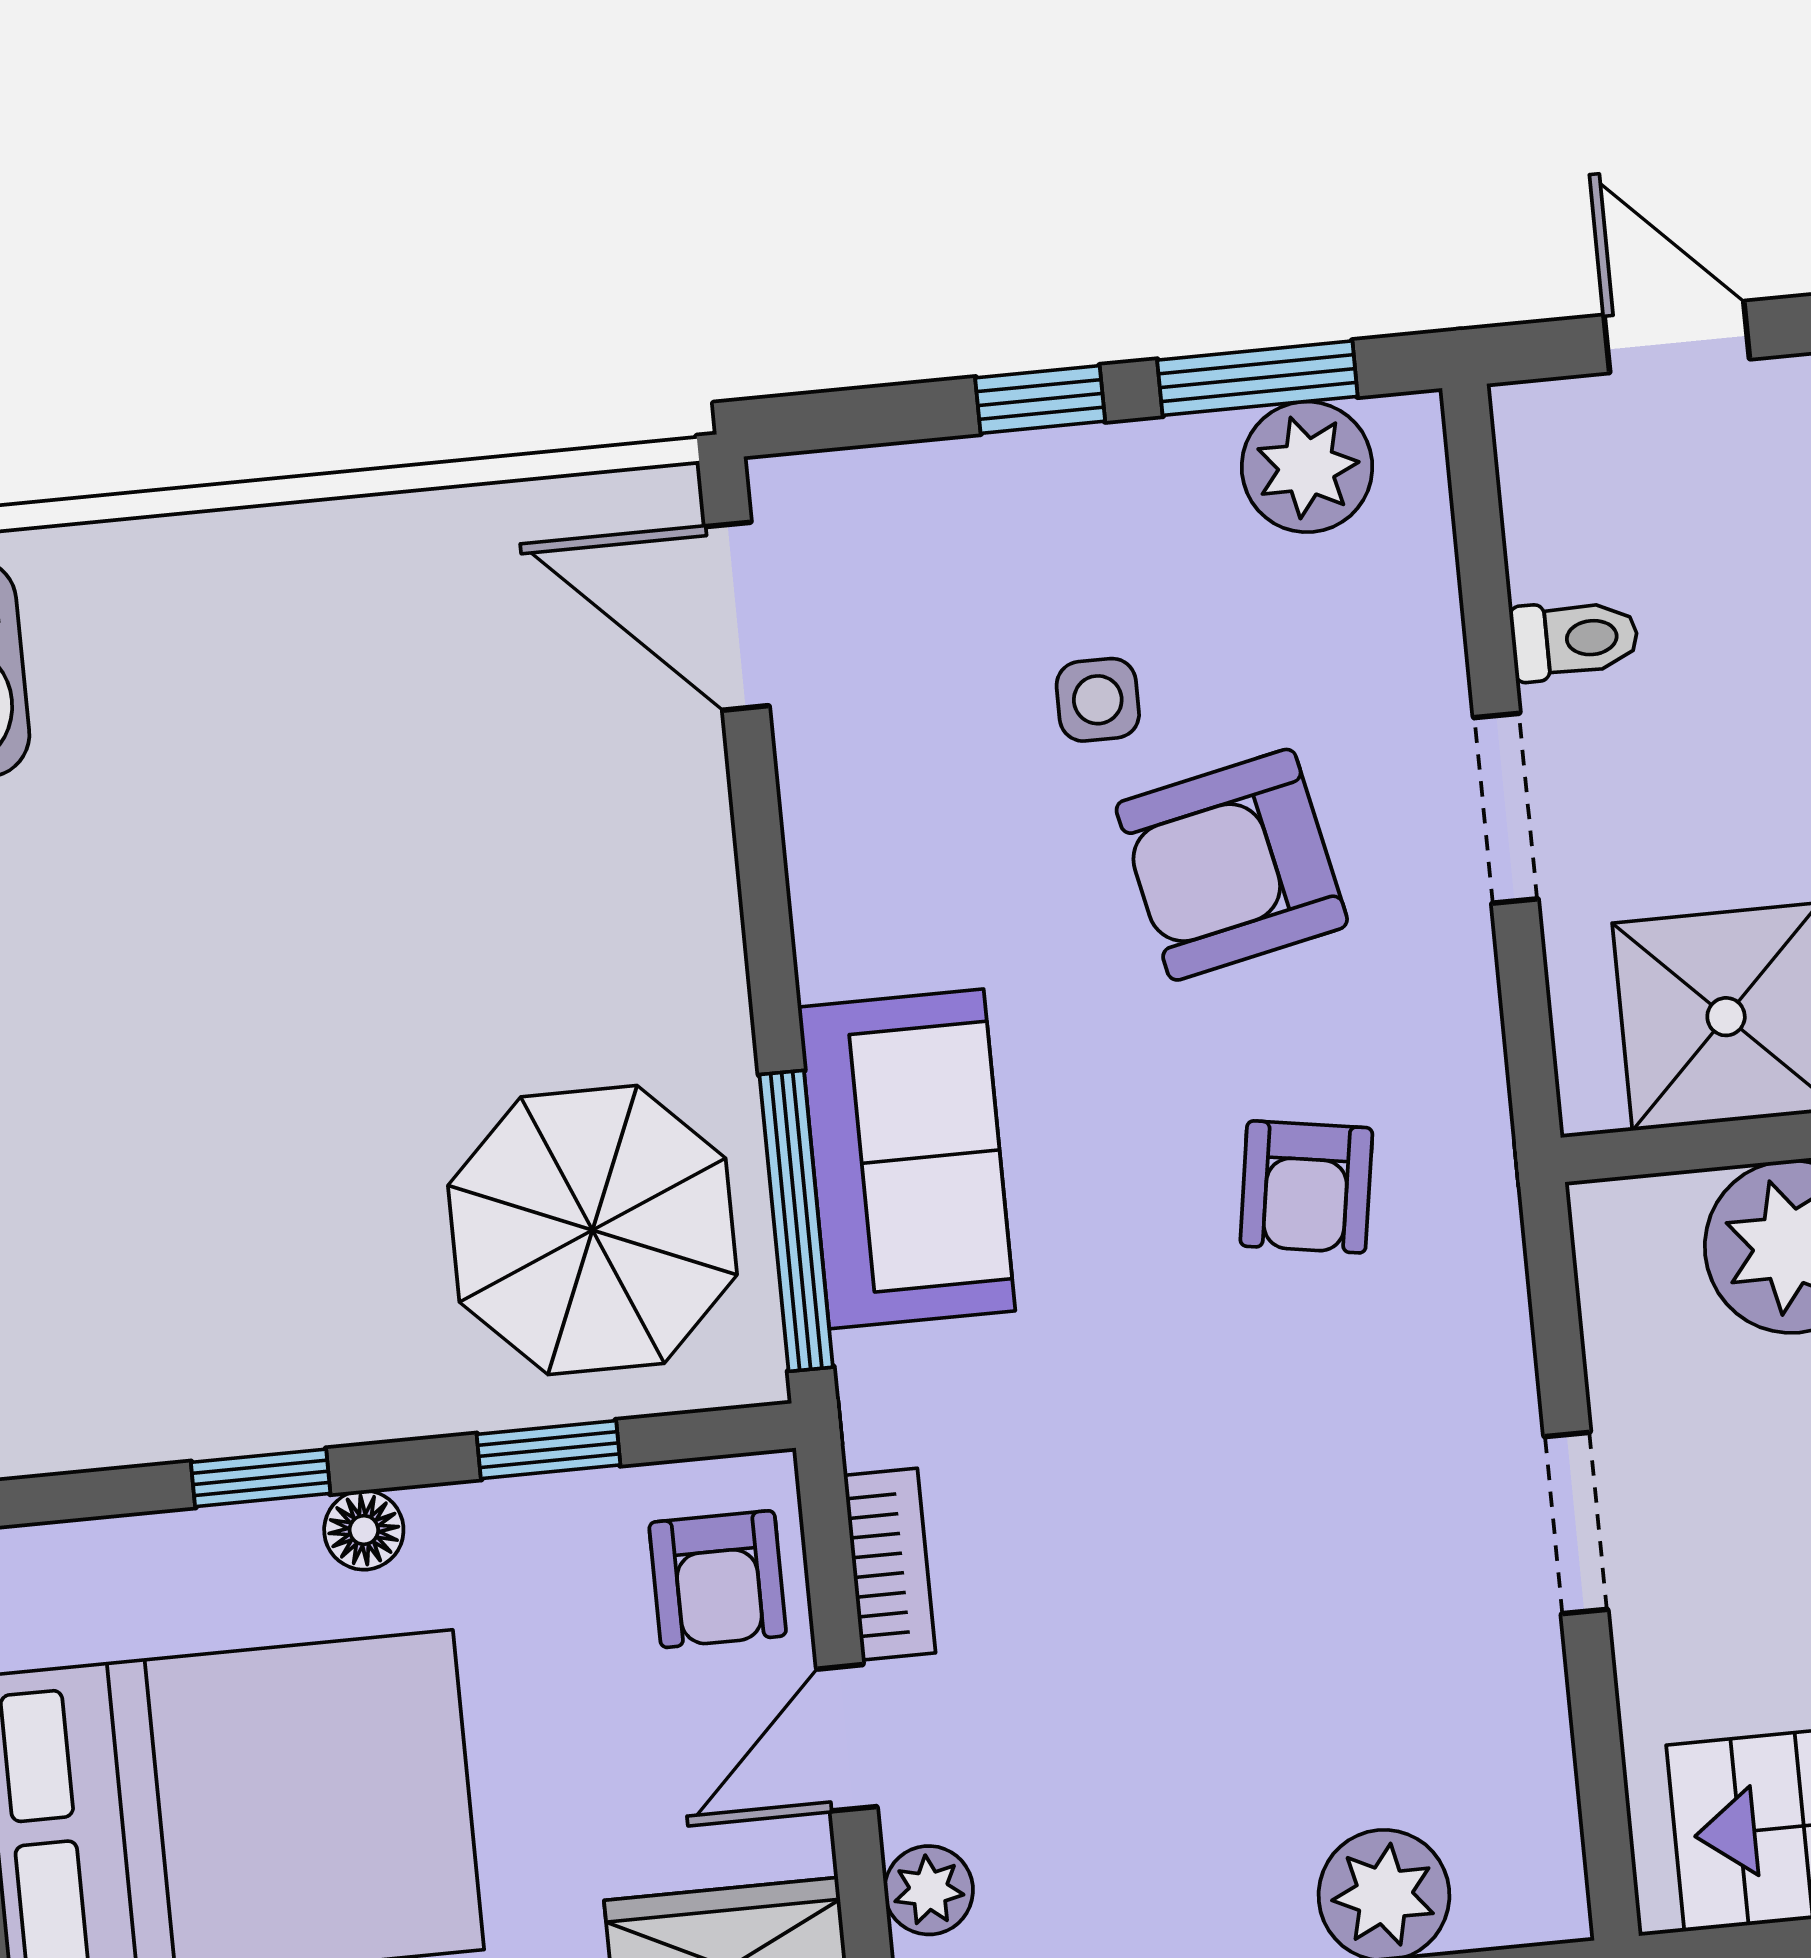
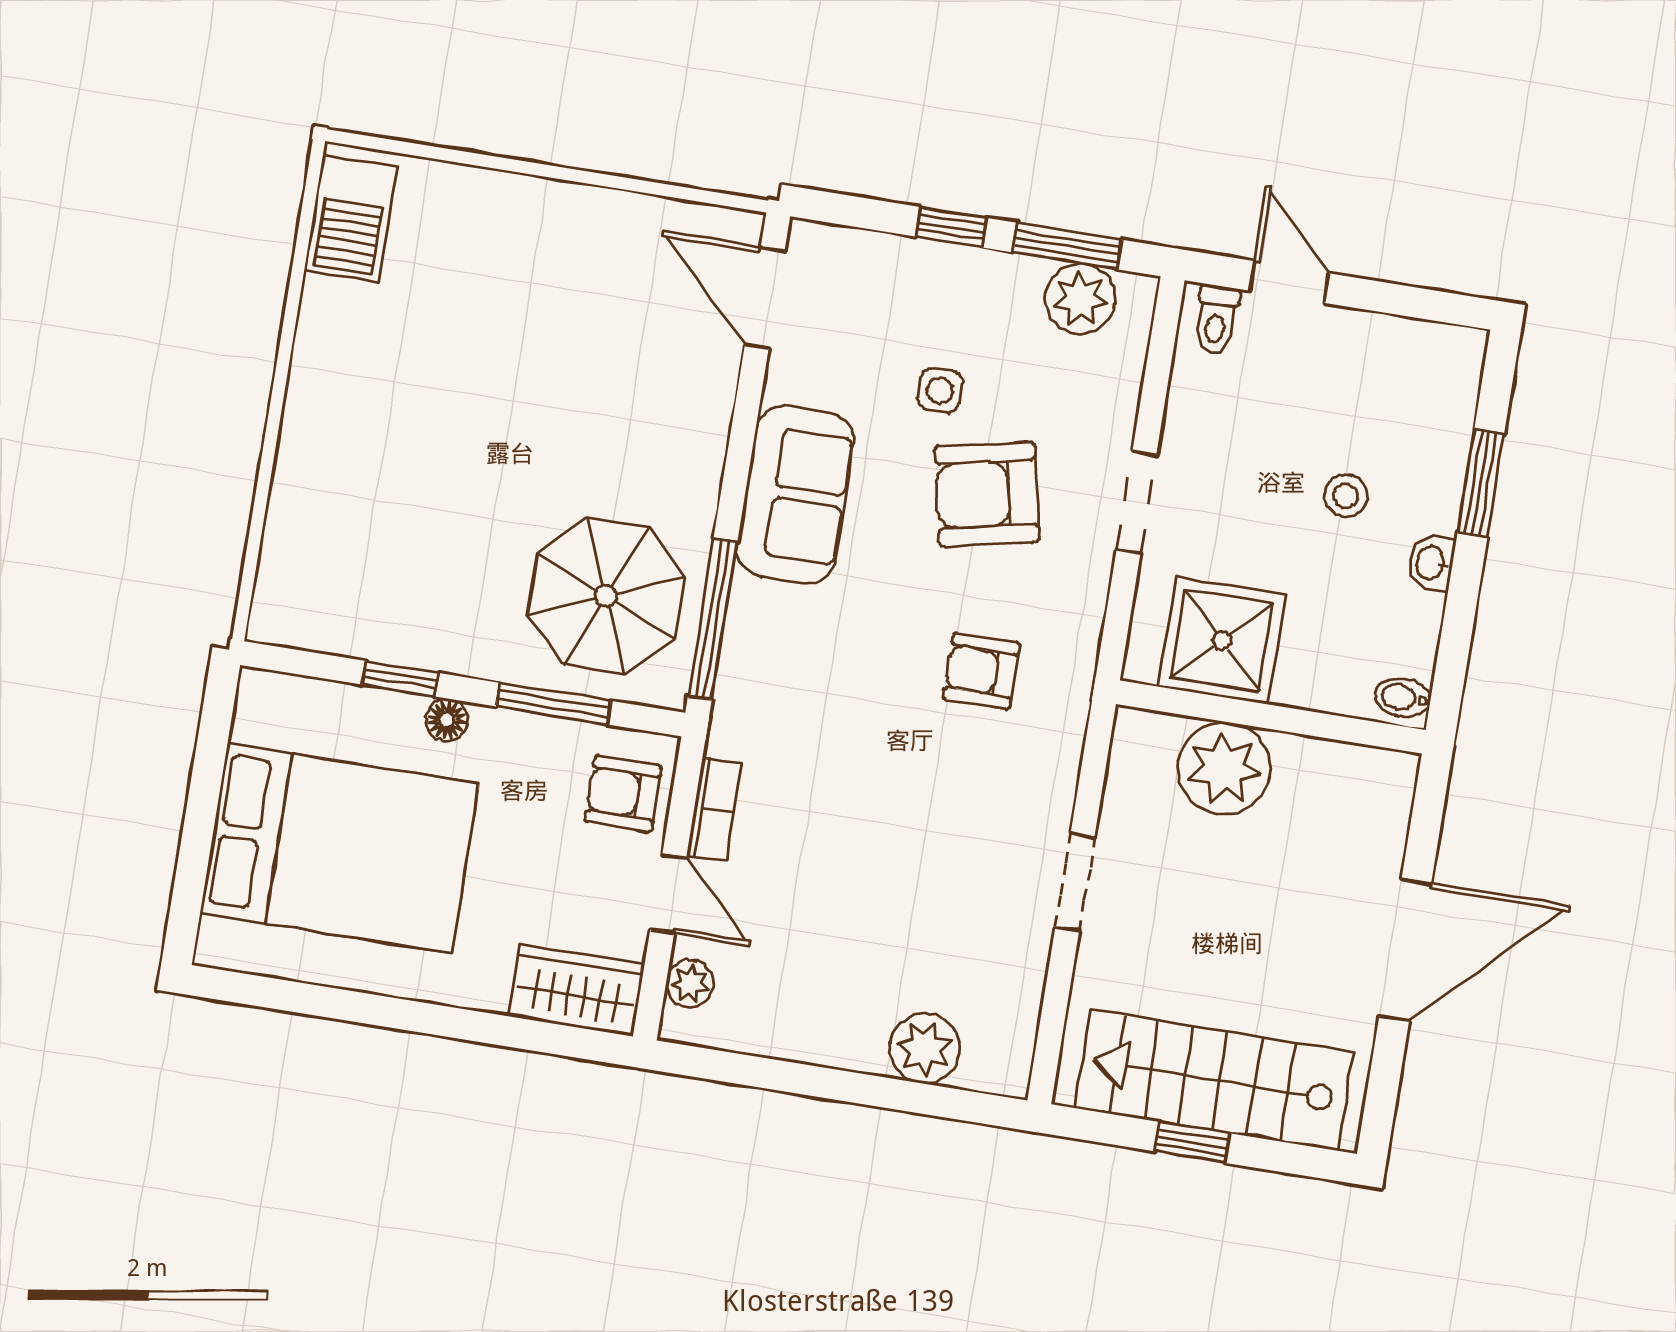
toilet: (1574, 639) -> (1216, 319), moved, turned 90
sofa: (906, 1159) -> (796, 495), moved
armchair: (1306, 1187) -> (981, 671), turned 81
window: (549, 1450) -> (553, 704), width x1.50
armchair: (718, 1579) -> (623, 794), turned 90
door: (847, 1738) -> (668, 893), swing flipped

